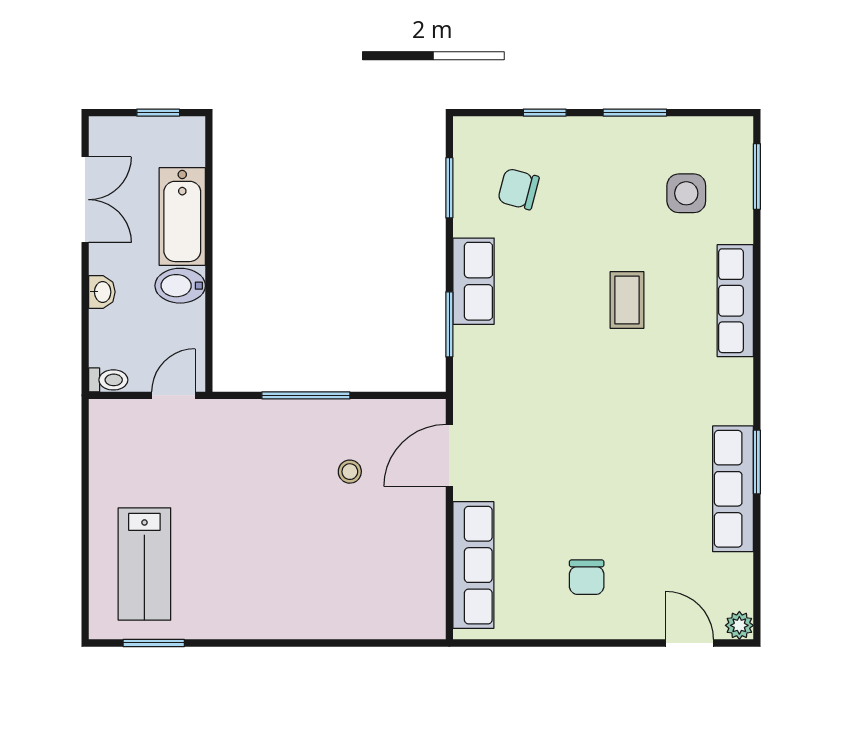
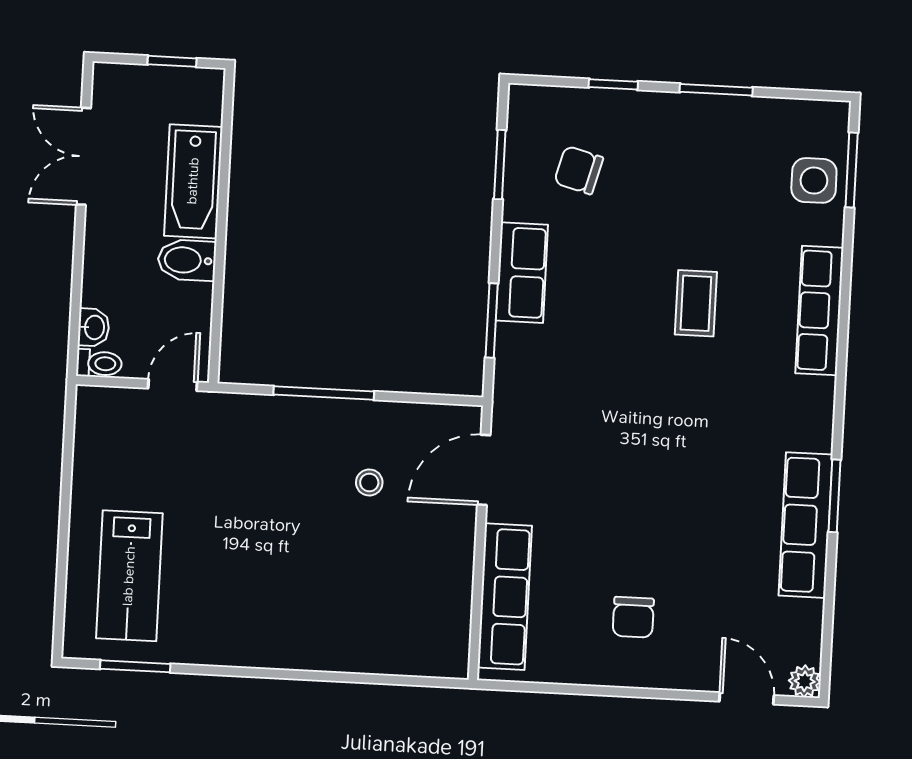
side table: (686, 193) -> (814, 180), moved
double door: (85, 200) -> (83, 156), swing flipped
washbasin: (102, 292) -> (94, 327), moved

